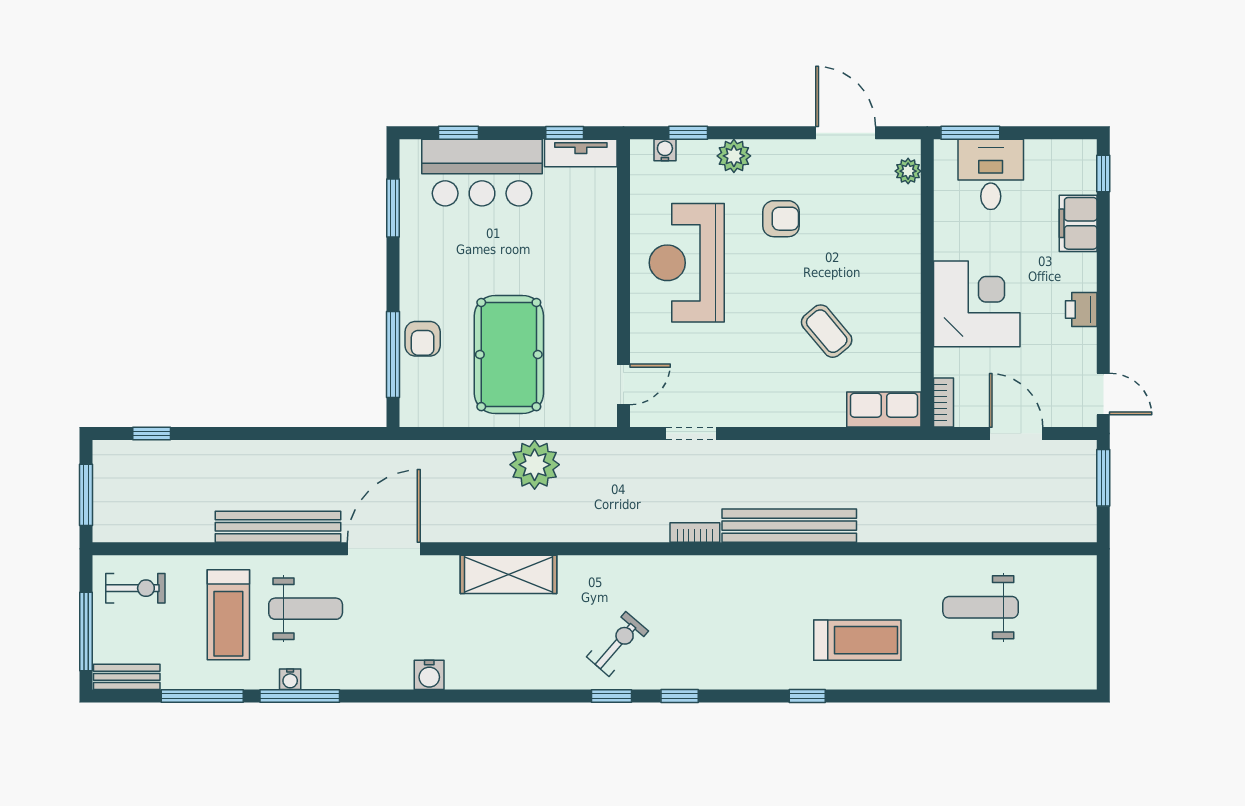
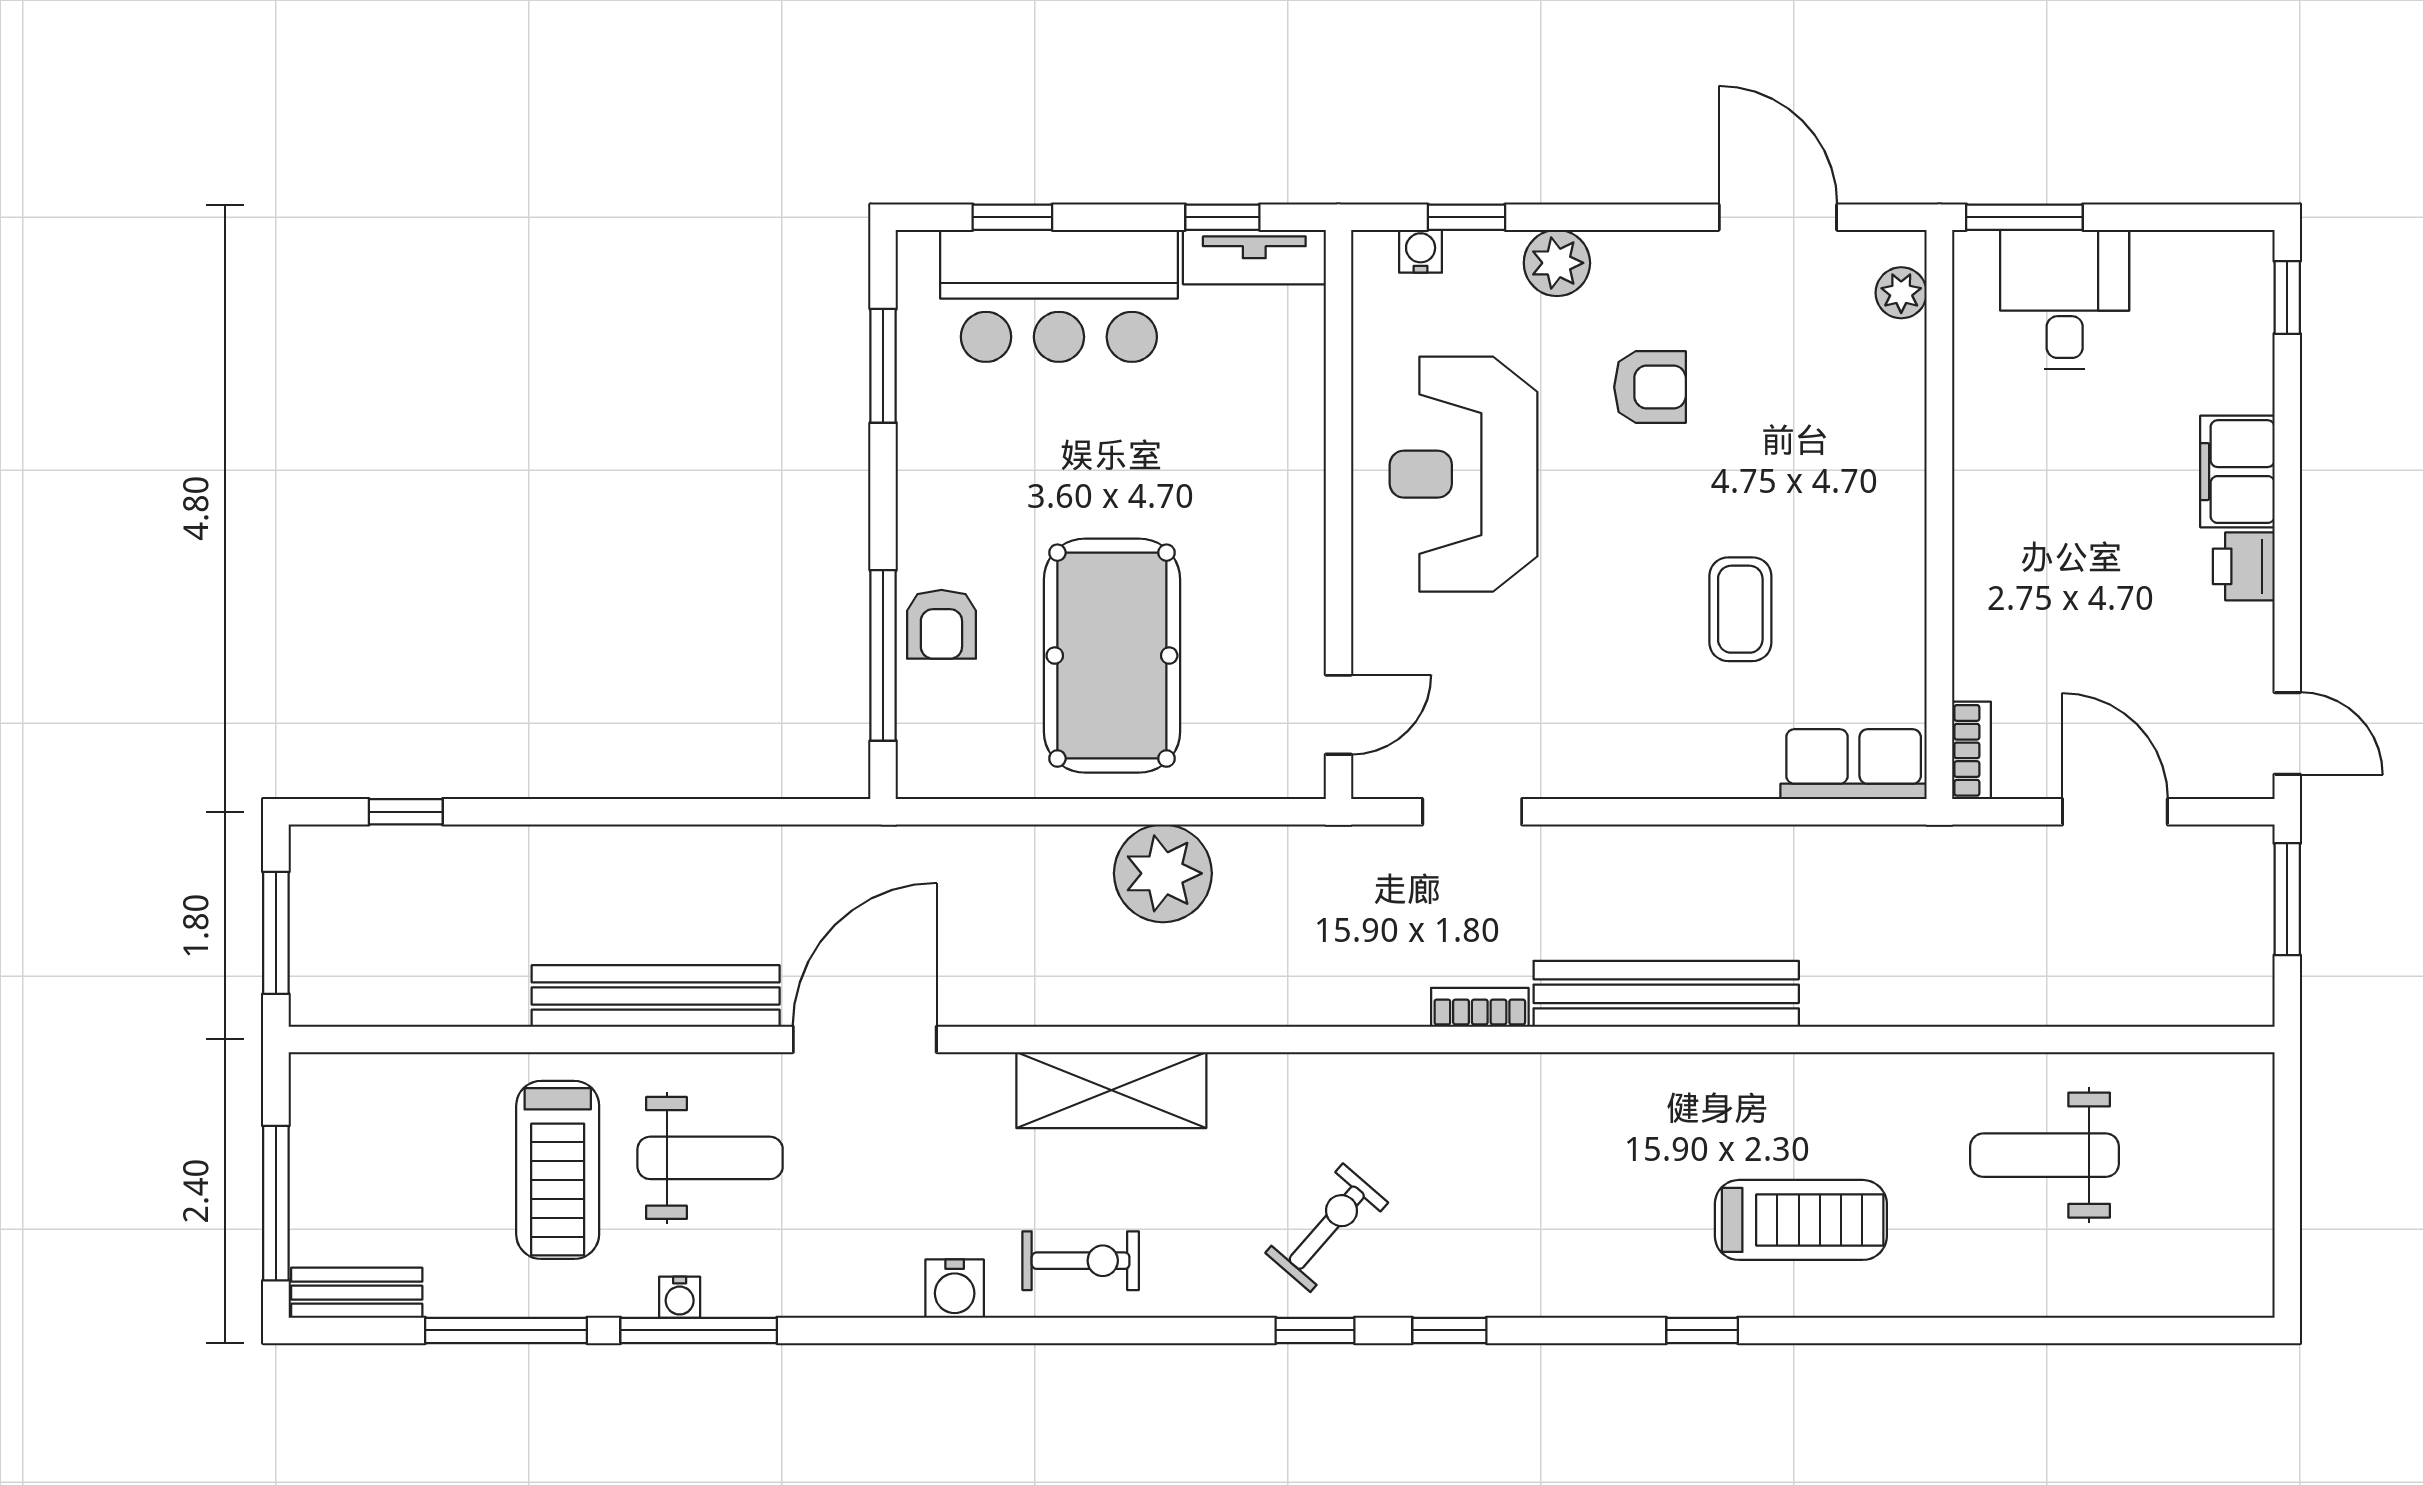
filing cabinet: (1078, 223) -> (2237, 472), moved
corner desk: (977, 304) -> (2037, 555), removed
coffee table: (827, 331) -> (1740, 609), turned 40
exercise bike: (135, 588) -> (1081, 1261), moved

